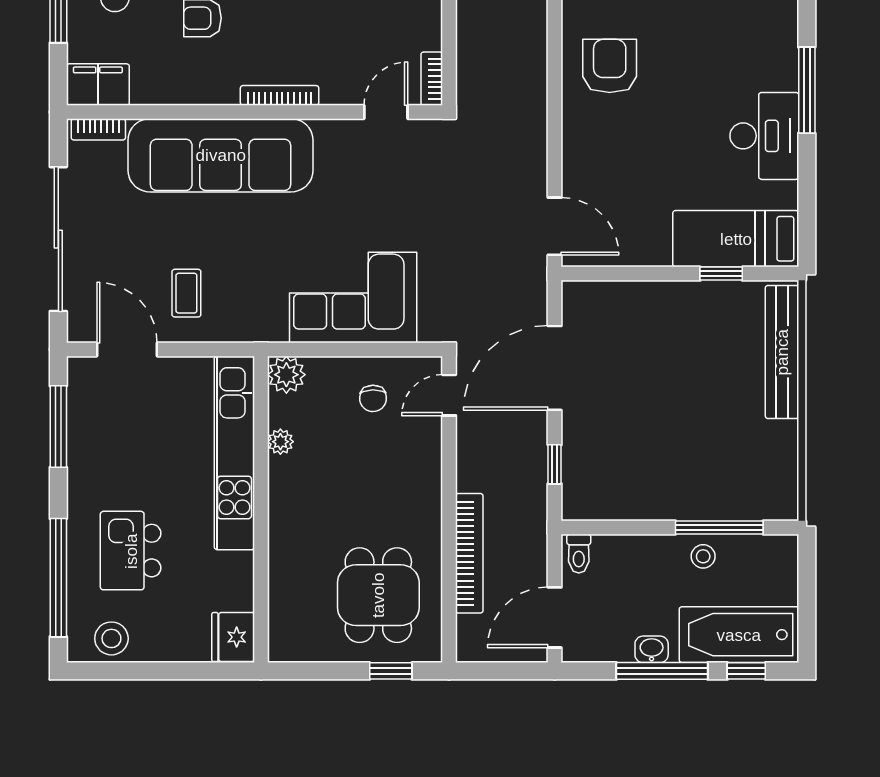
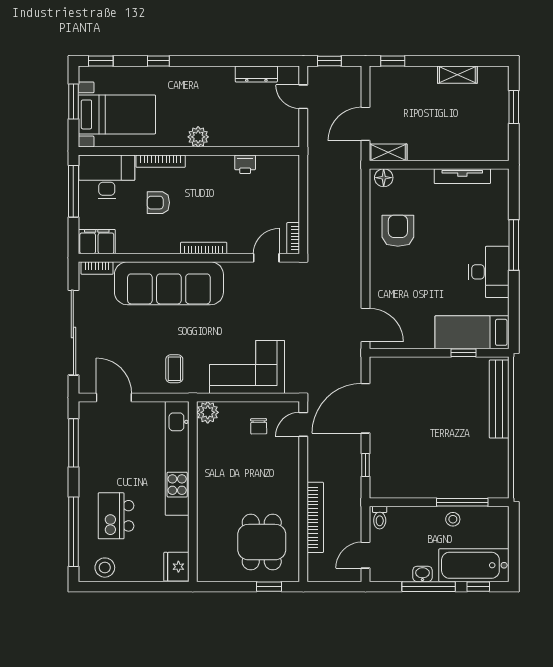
coffee table: (186, 293) -> (174, 369), moved
plant: (280, 442) -> (204, 452), removed
door: (555, 617) -> (365, 555), width x0.73

